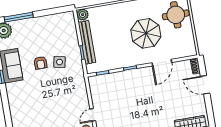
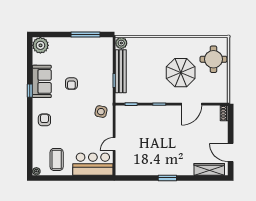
window: (19, 17) -> (85, 35), moved
side table: (60, 62) -> (101, 112), moved
door: (205, 85) -> (231, 153), moved
armchair: (20, 103) -> (44, 120), added

